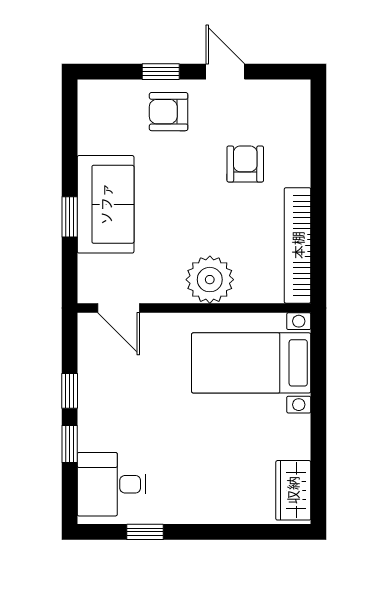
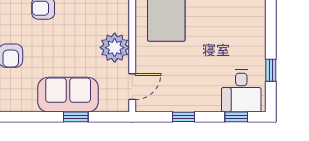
plant: (210, 280) -> (115, 48), moved
window: (70, 444) -> (236, 117), moved

